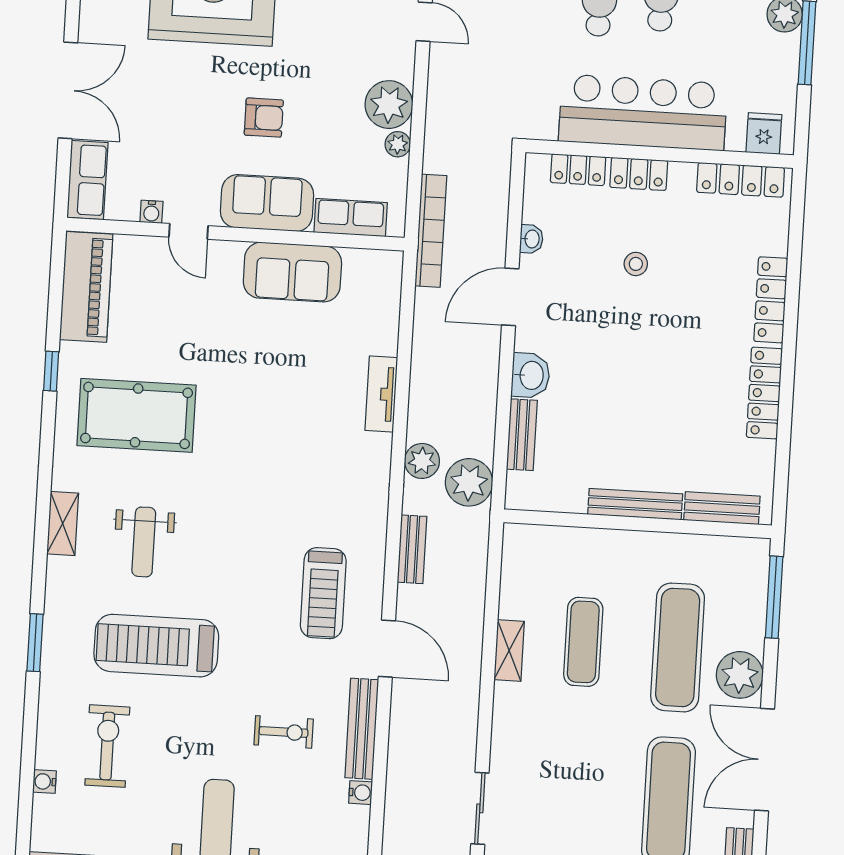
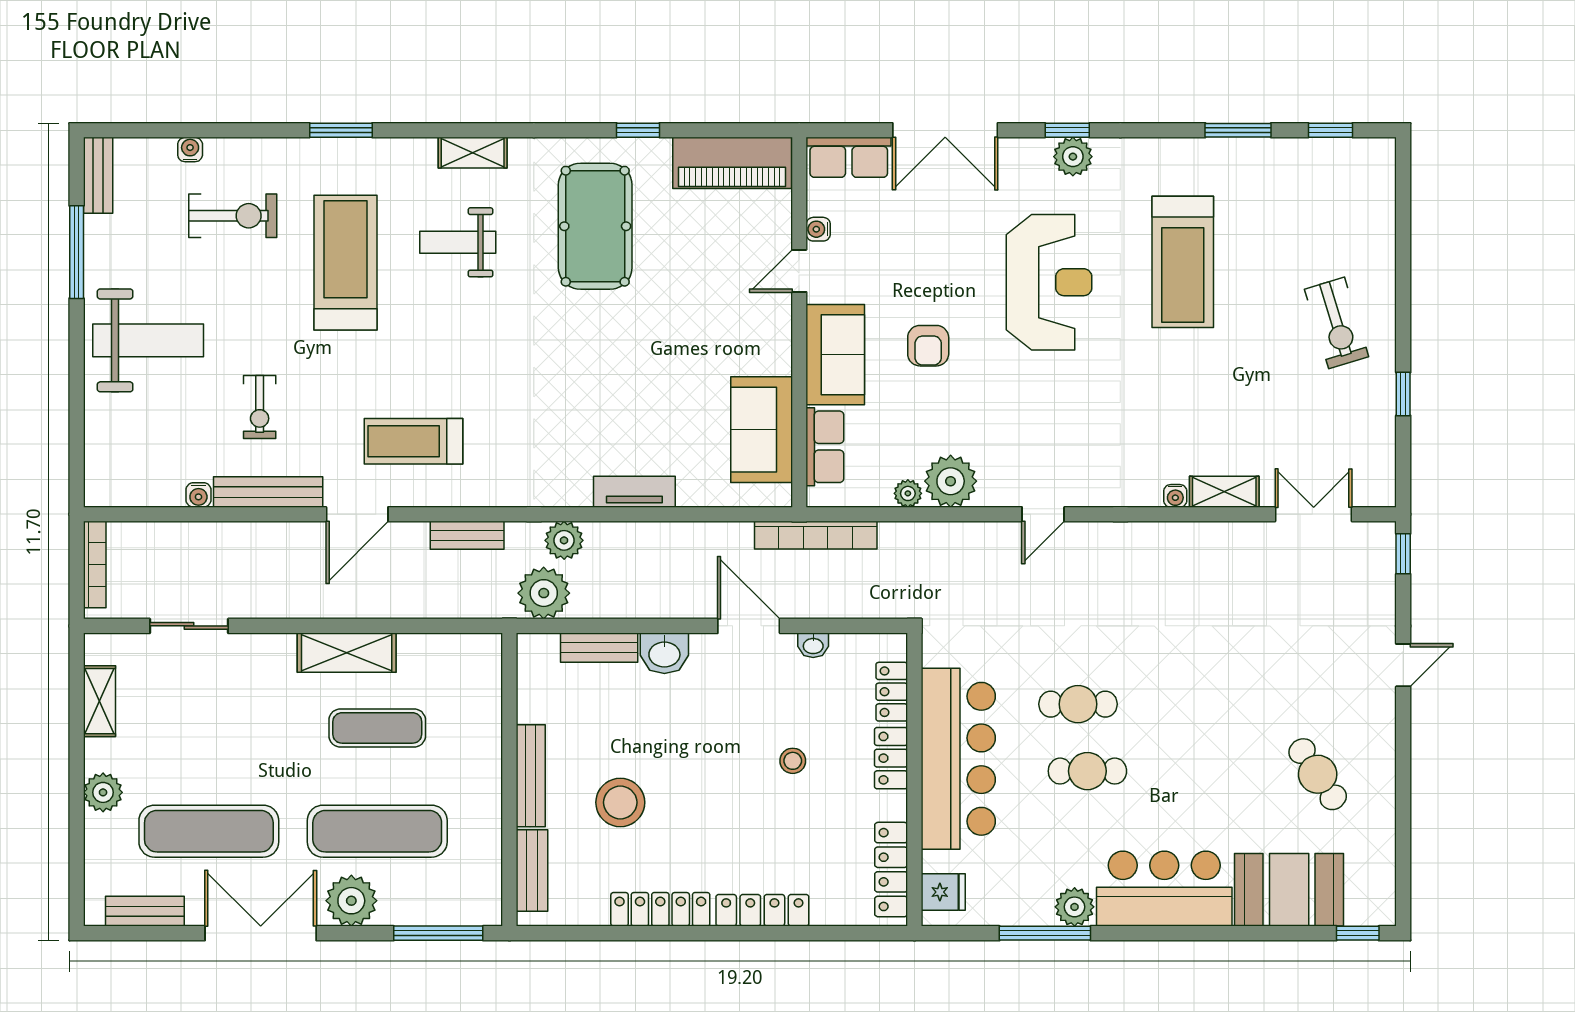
sofa: (292, 272) -> (762, 430), moved
stool: (665, 424) -> (620, 802), added
shelving: (509, 650) -> (347, 653), width x1.50, depth x1.33

